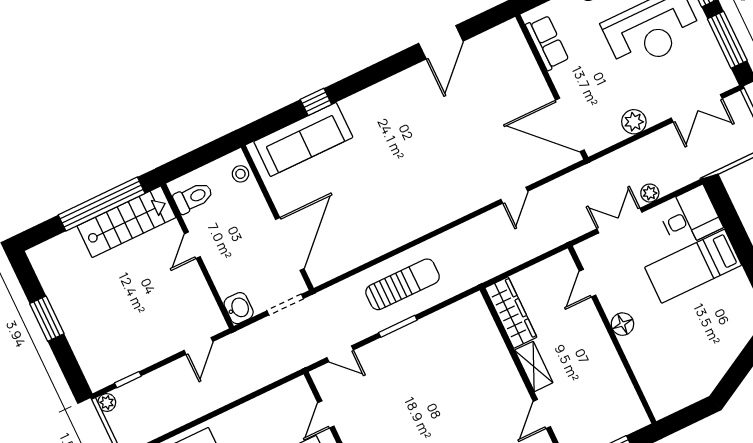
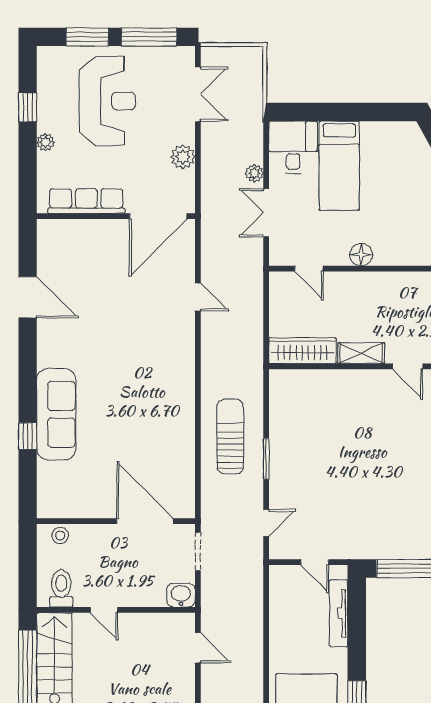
row of seats: (547, 43) -> (86, 201), width x1.48
sofa: (303, 139) -> (56, 414), moved

